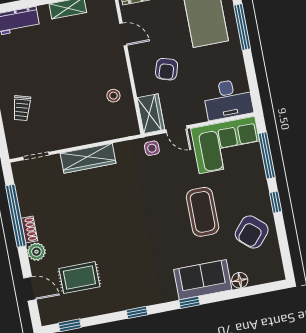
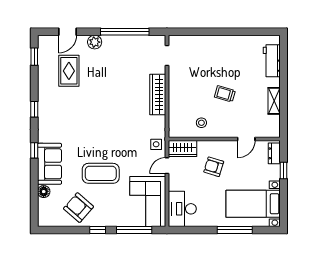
trolley: (22, 108) -> (225, 94), moved
shoe rack: (29, 229) -> (112, 40), removed

